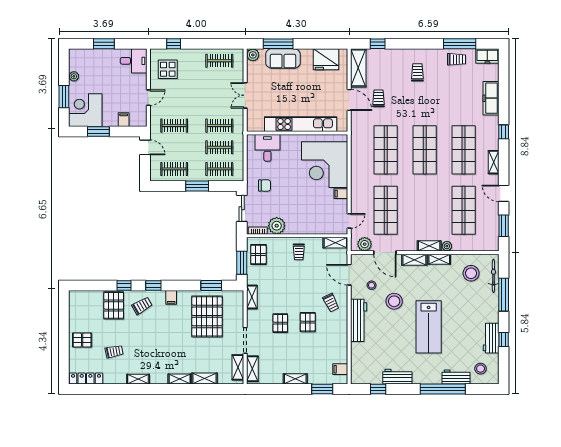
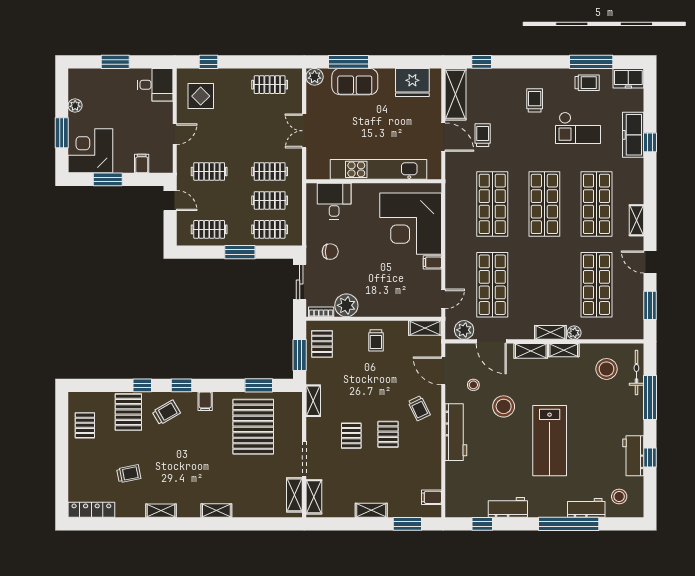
checkout: (450, 93) -> (578, 128), added
window: (504, 132) -> (650, 142), moved
pallet: (82, 340) -> (85, 425), moved, turned 90
shelving: (205, 379) -> (250, 510), removed

